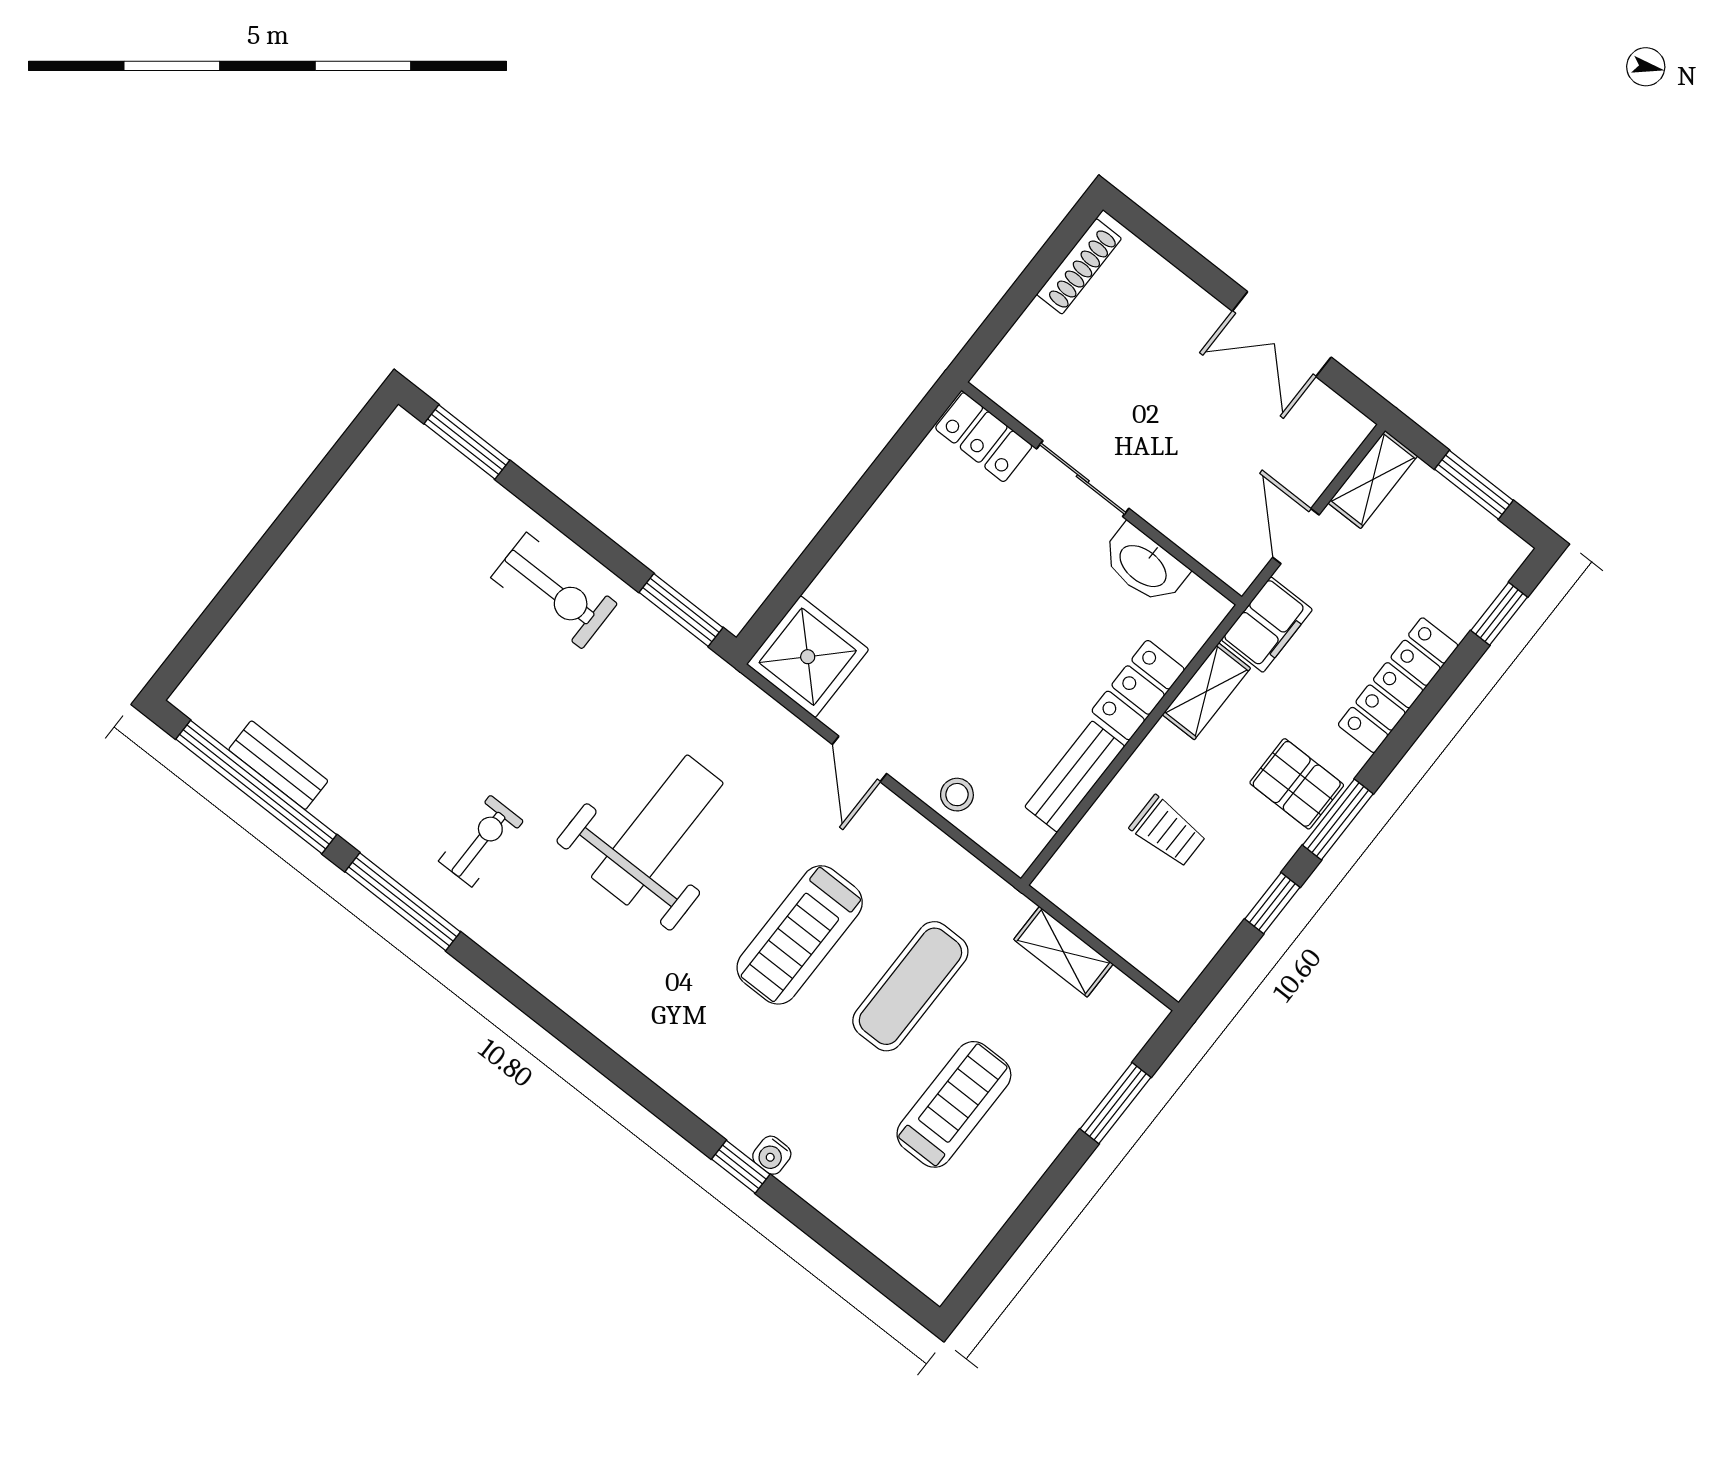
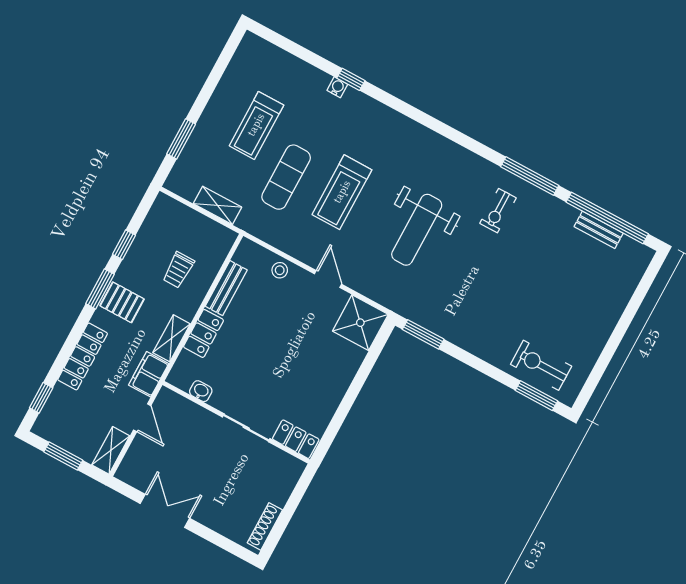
washbasin: (1144, 565) -> (201, 391), width x0.52, depth x0.69
exercise bike: (554, 591) -> (541, 365), moved
trolley: (1168, 831) -> (178, 270), turned -90
treadmill: (800, 935) -> (342, 192), turned 180

